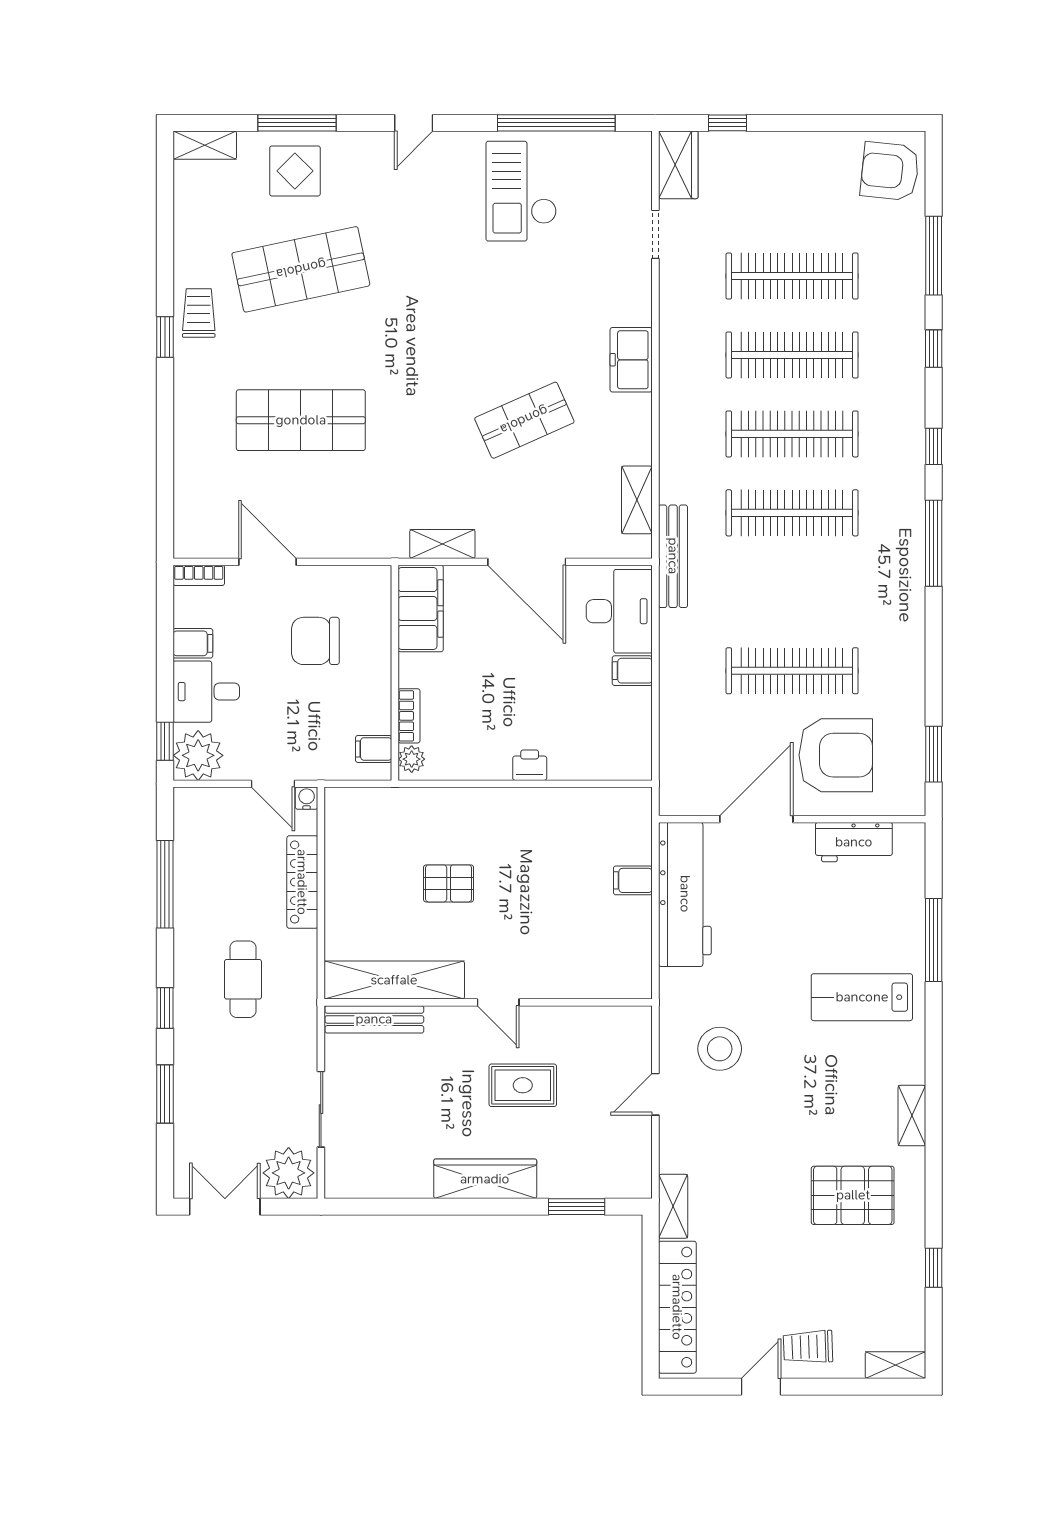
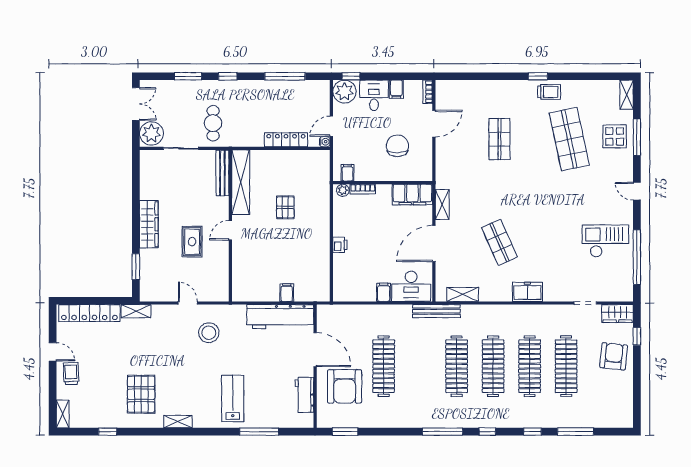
armchair: (890, 171) -> (614, 356), moved
shop shelf: (301, 420) -> (499, 139), width x0.70, depth x0.74
cafe table: (243, 979) -> (213, 123), moved, turned 90

